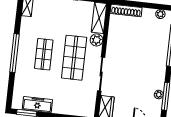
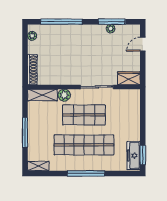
shop shelf: (44, 54) -> (84, 145), width x2.00, depth x1.36
freezer: (37, 105) -> (134, 156), moved

